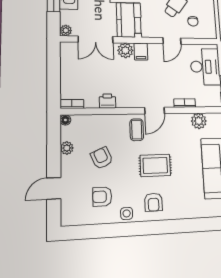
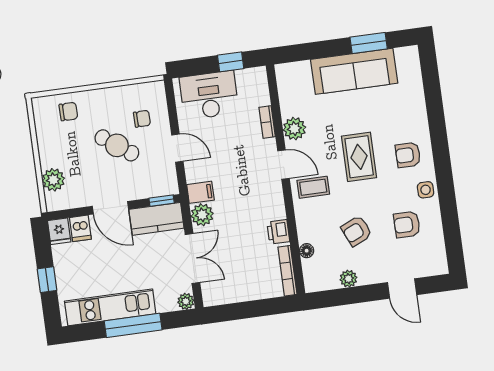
bookcase: (72, 104) -> (287, 271), width x1.56
floor lamp: (65, 120) -> (307, 251), moved
plant: (199, 121) -> (294, 129), moved
armchair: (102, 197) -> (407, 225), turned 90
armchair: (153, 202) -> (408, 155), turned 180

